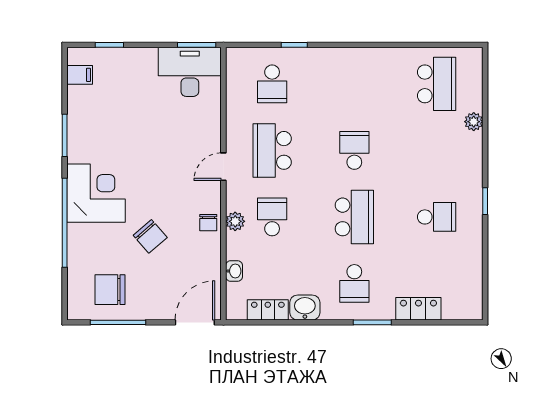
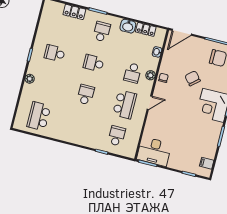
plant: (474, 122) -> (30, 79), moved
school desk: (354, 150) -> (86, 95), turned 180
school desk: (354, 217) -> (94, 63), width x0.54

